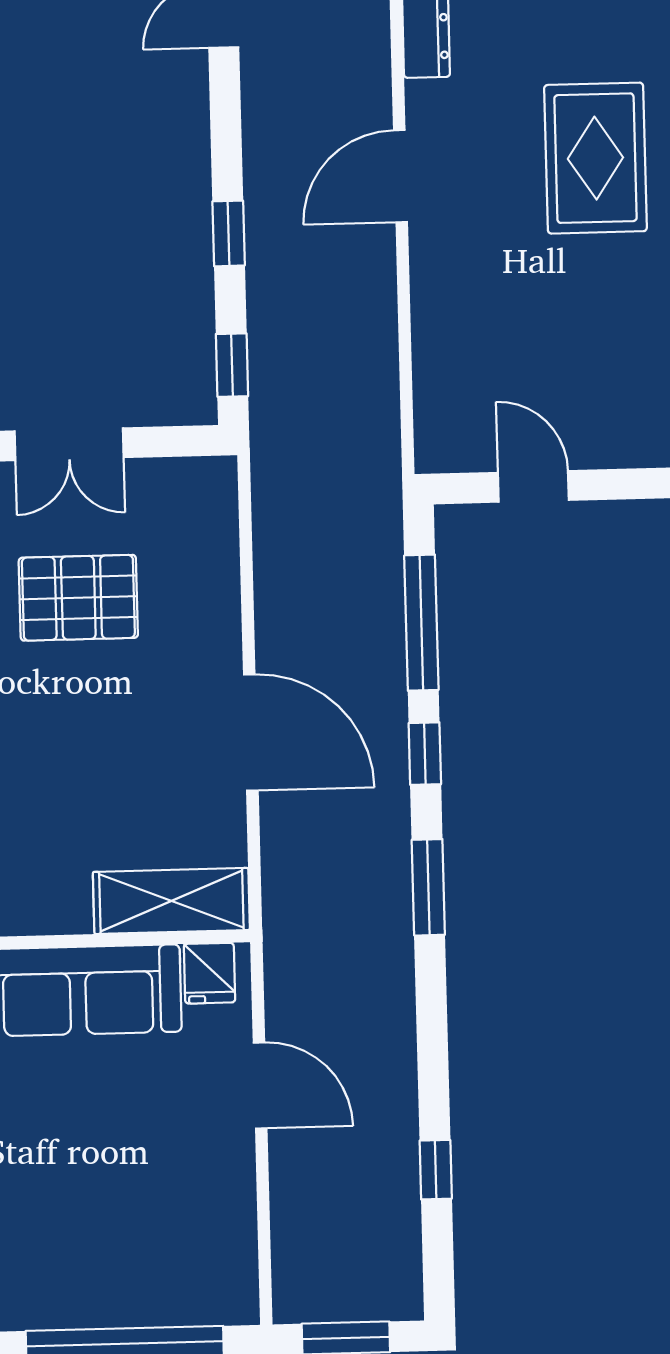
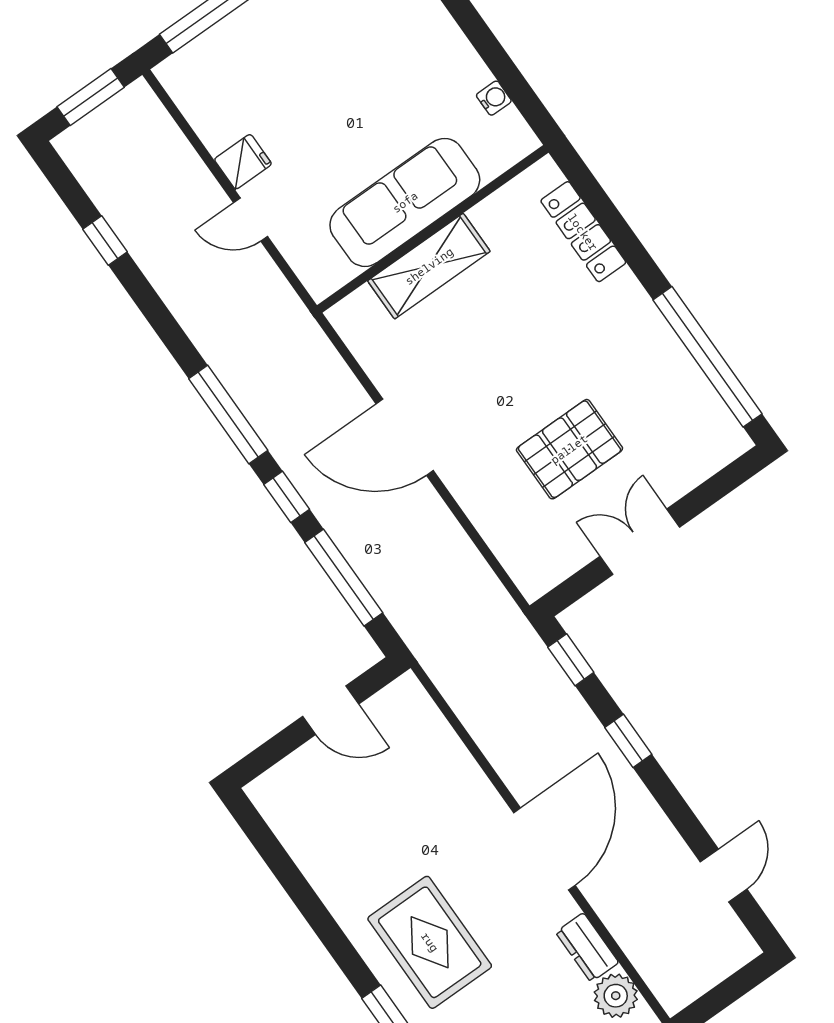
door: (400, 176) -> (544, 849), width x1.36
window: (428, 887) -> (228, 415), width x1.44
shelving: (171, 901) -> (429, 266), moved
fridge: (209, 973) -> (243, 162), moved, turned 90
door: (260, 1086) -> (251, 219), width x0.73

